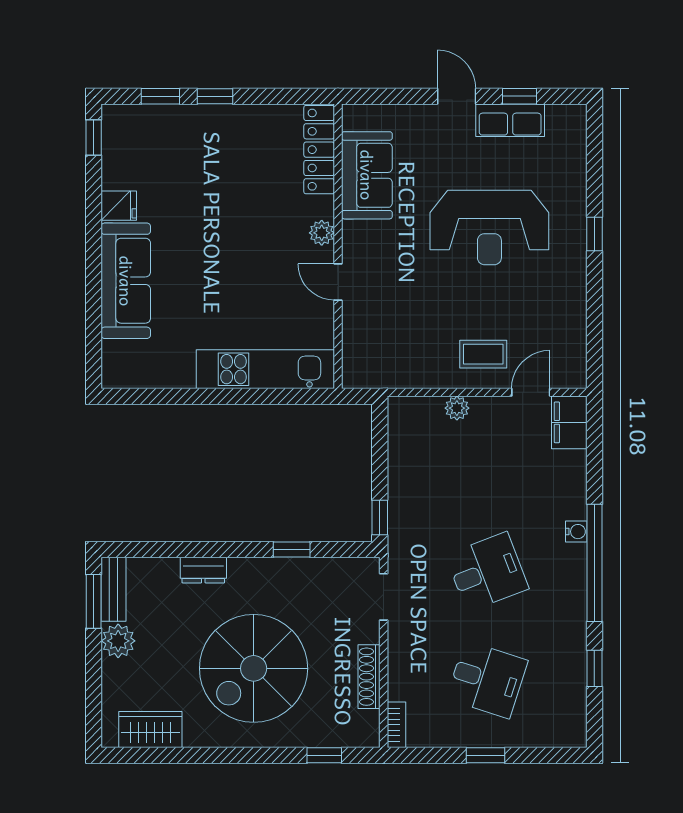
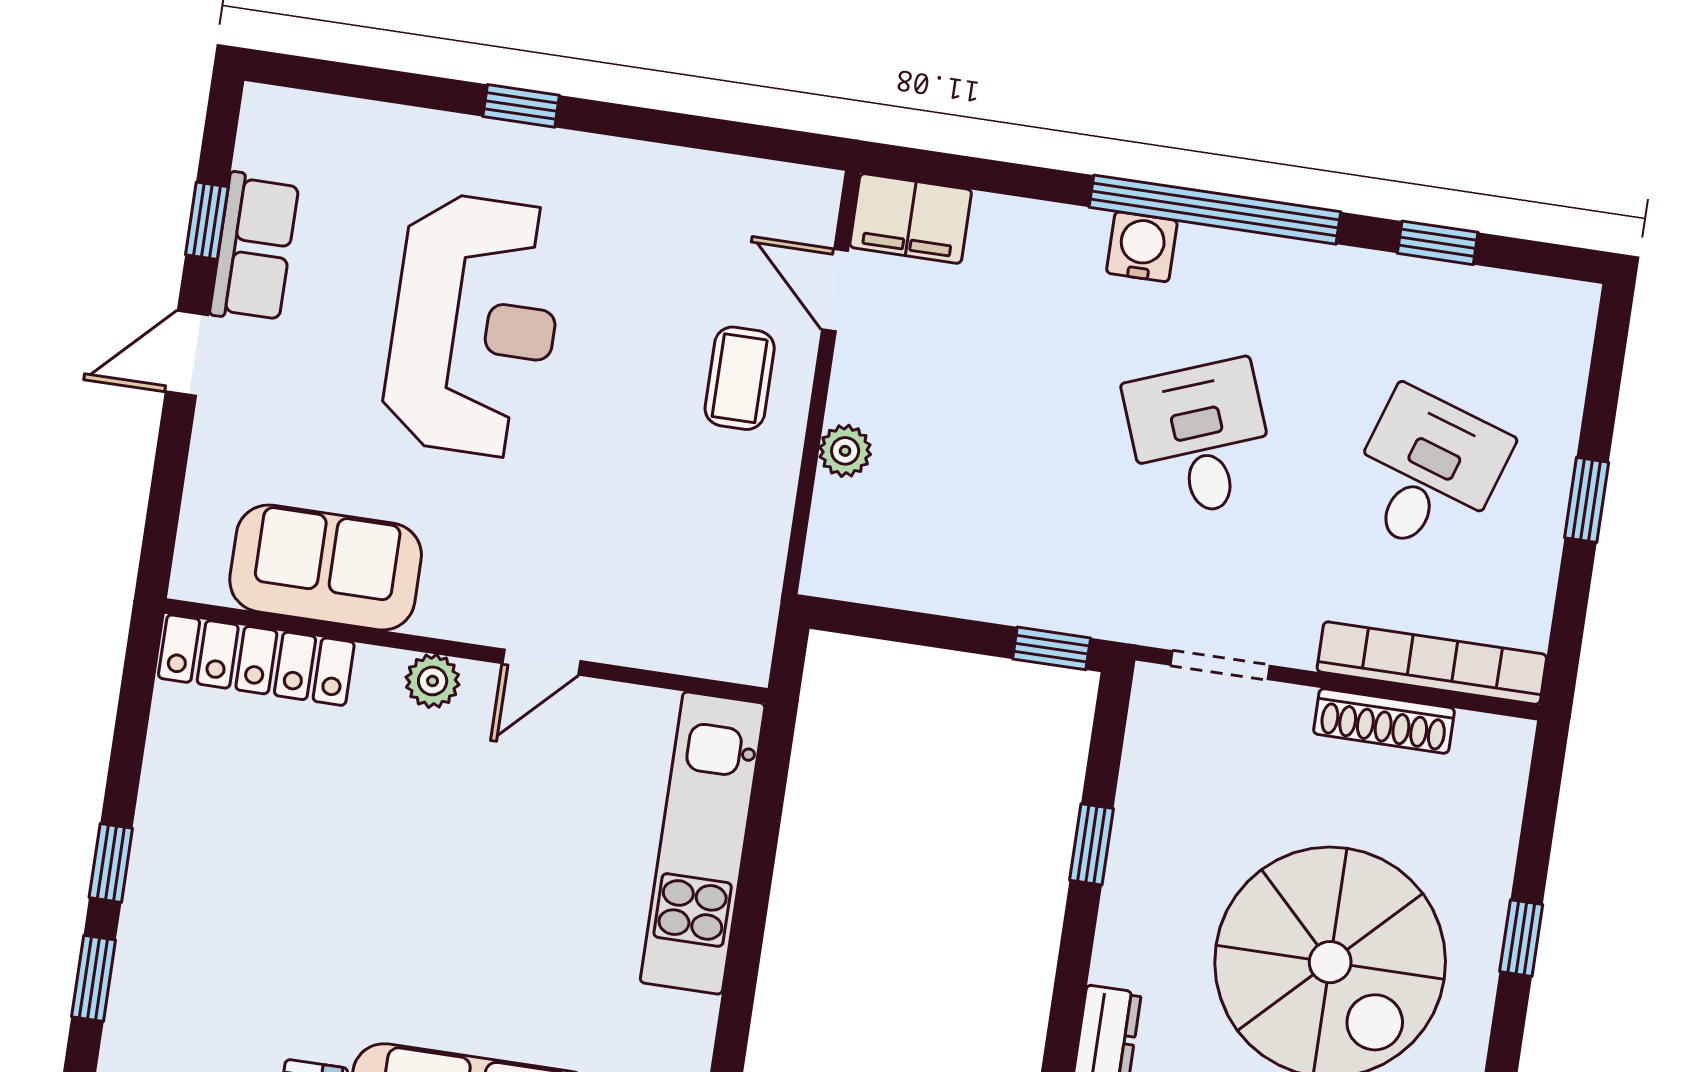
water cooler: (576, 532) -> (1142, 247), width x1.38, depth x1.38
bookcase: (396, 725) -> (1432, 663), width x2.31, depth x1.31
window: (324, 755) -> (1521, 938), moved

